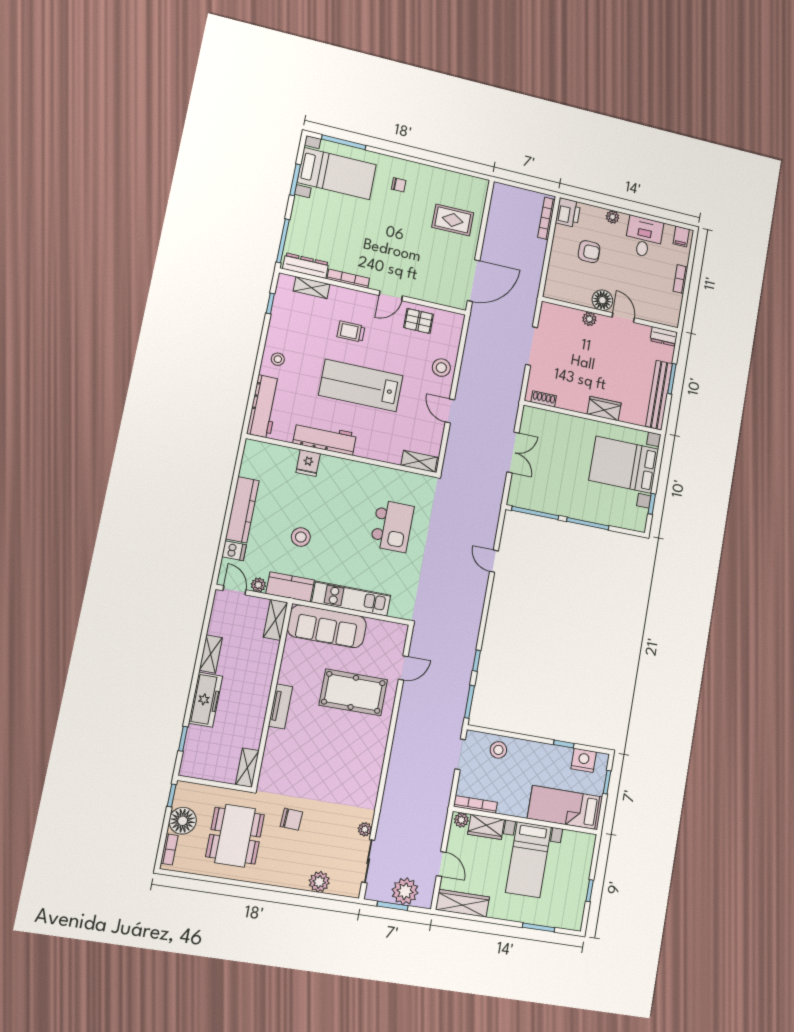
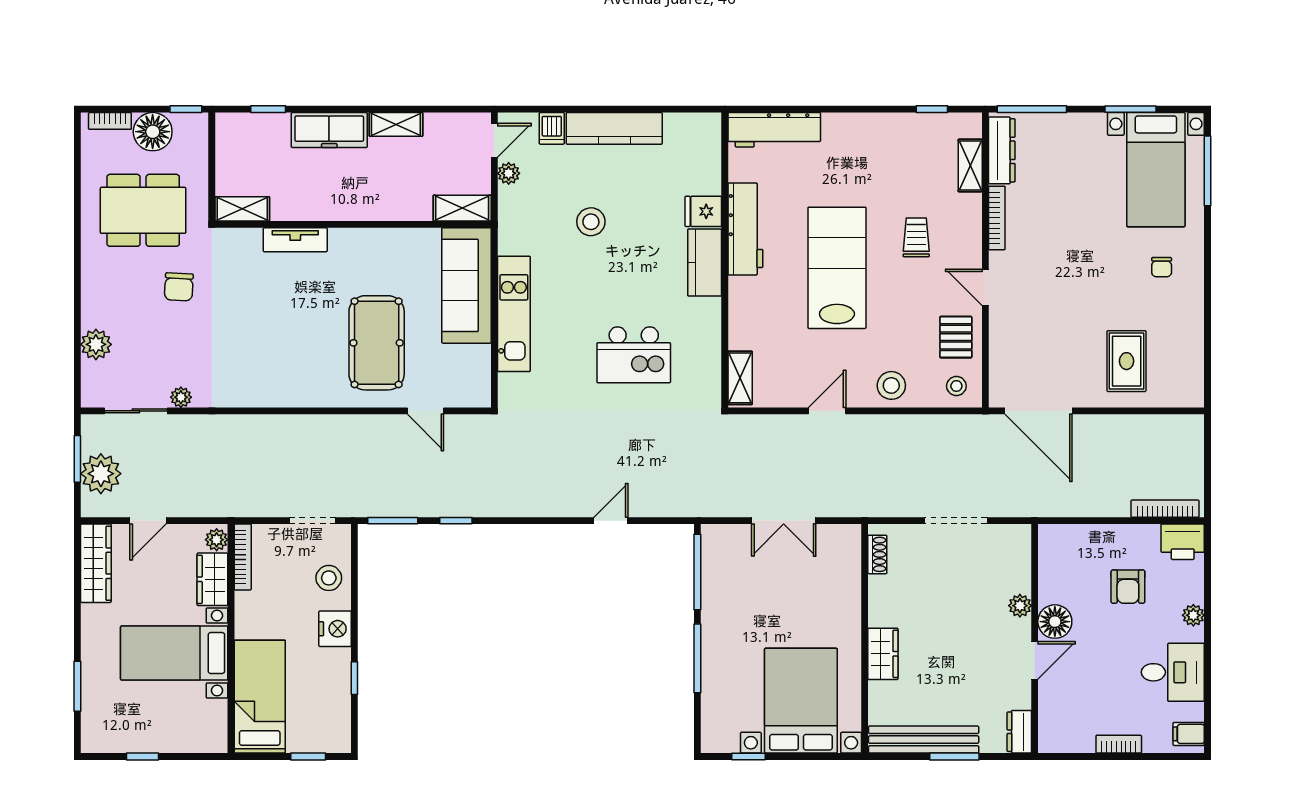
stool: (278, 359) -> (956, 386), moved
kitchen counter: (290, 587) -> (705, 262), moved, turned 180
tv unit: (280, 706) -> (295, 240), moved
nightstand: (584, 760) -> (335, 629), moved

